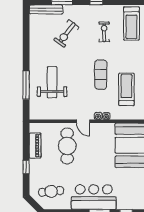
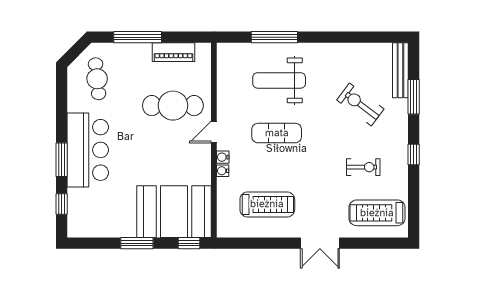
exercise mat: (101, 75) -> (277, 133), moved
weight bench: (52, 82) -> (279, 80), turned 180
window: (26, 167) -> (138, 37), width x2.17

